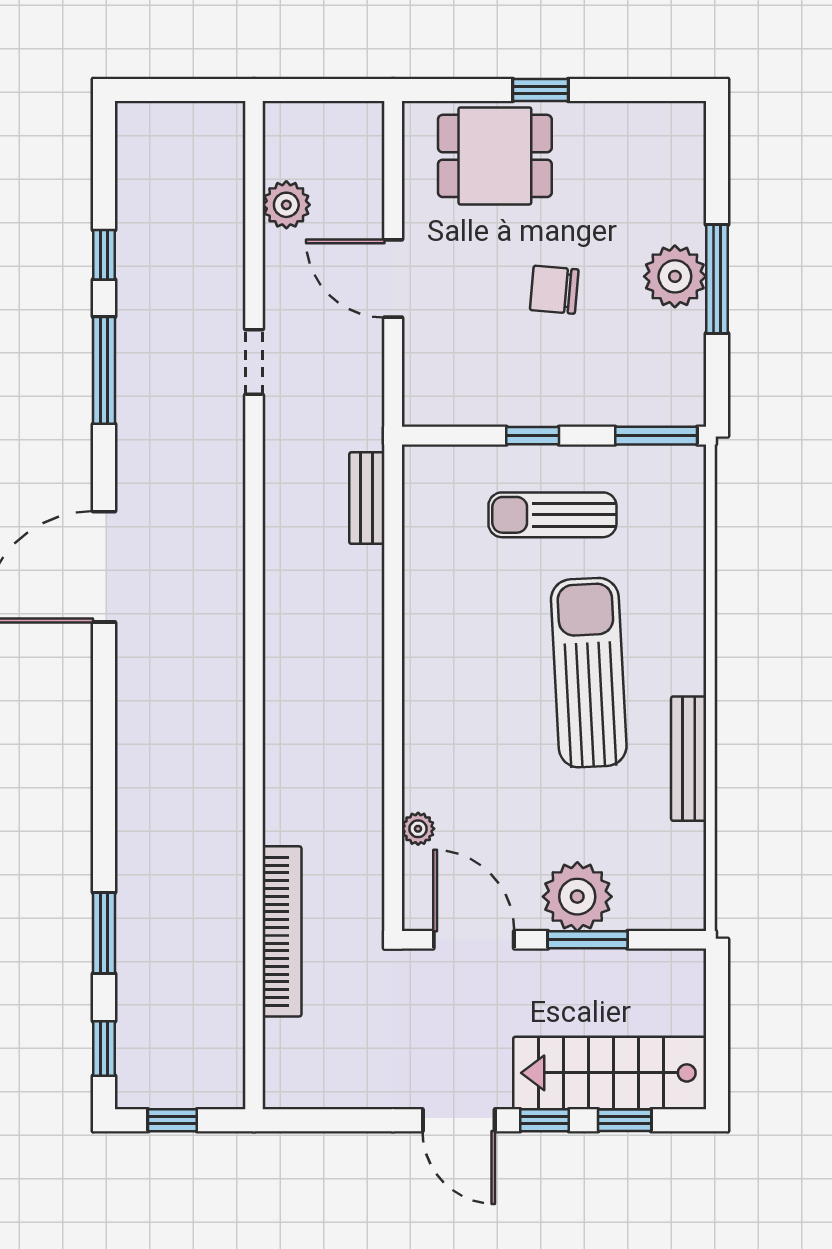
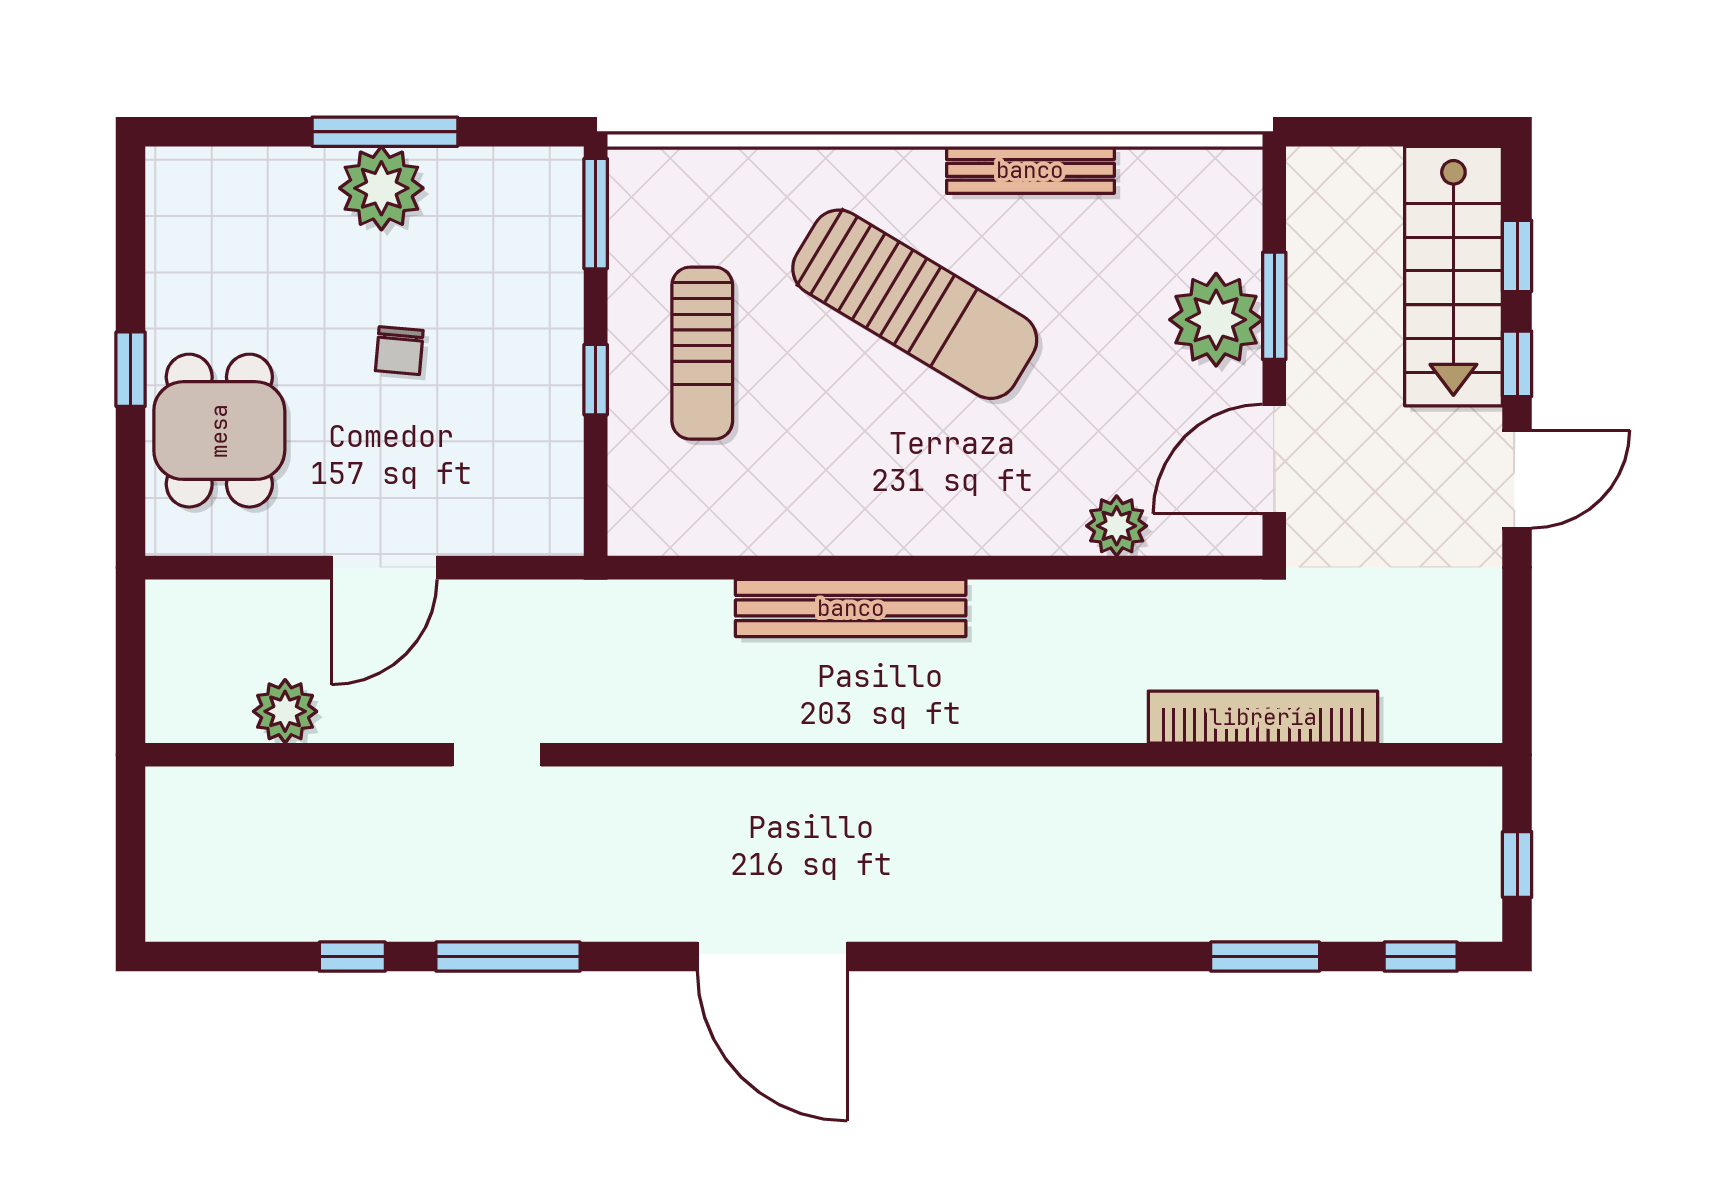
chair: (554, 290) -> (399, 351), width x0.73, depth x0.73
bench: (367, 498) -> (851, 608), moved, width x1.86, depth x1.21
sun lounger: (589, 673) -> (915, 304), turned -146
plant: (418, 829) -> (1117, 526), width x1.38, depth x1.38

